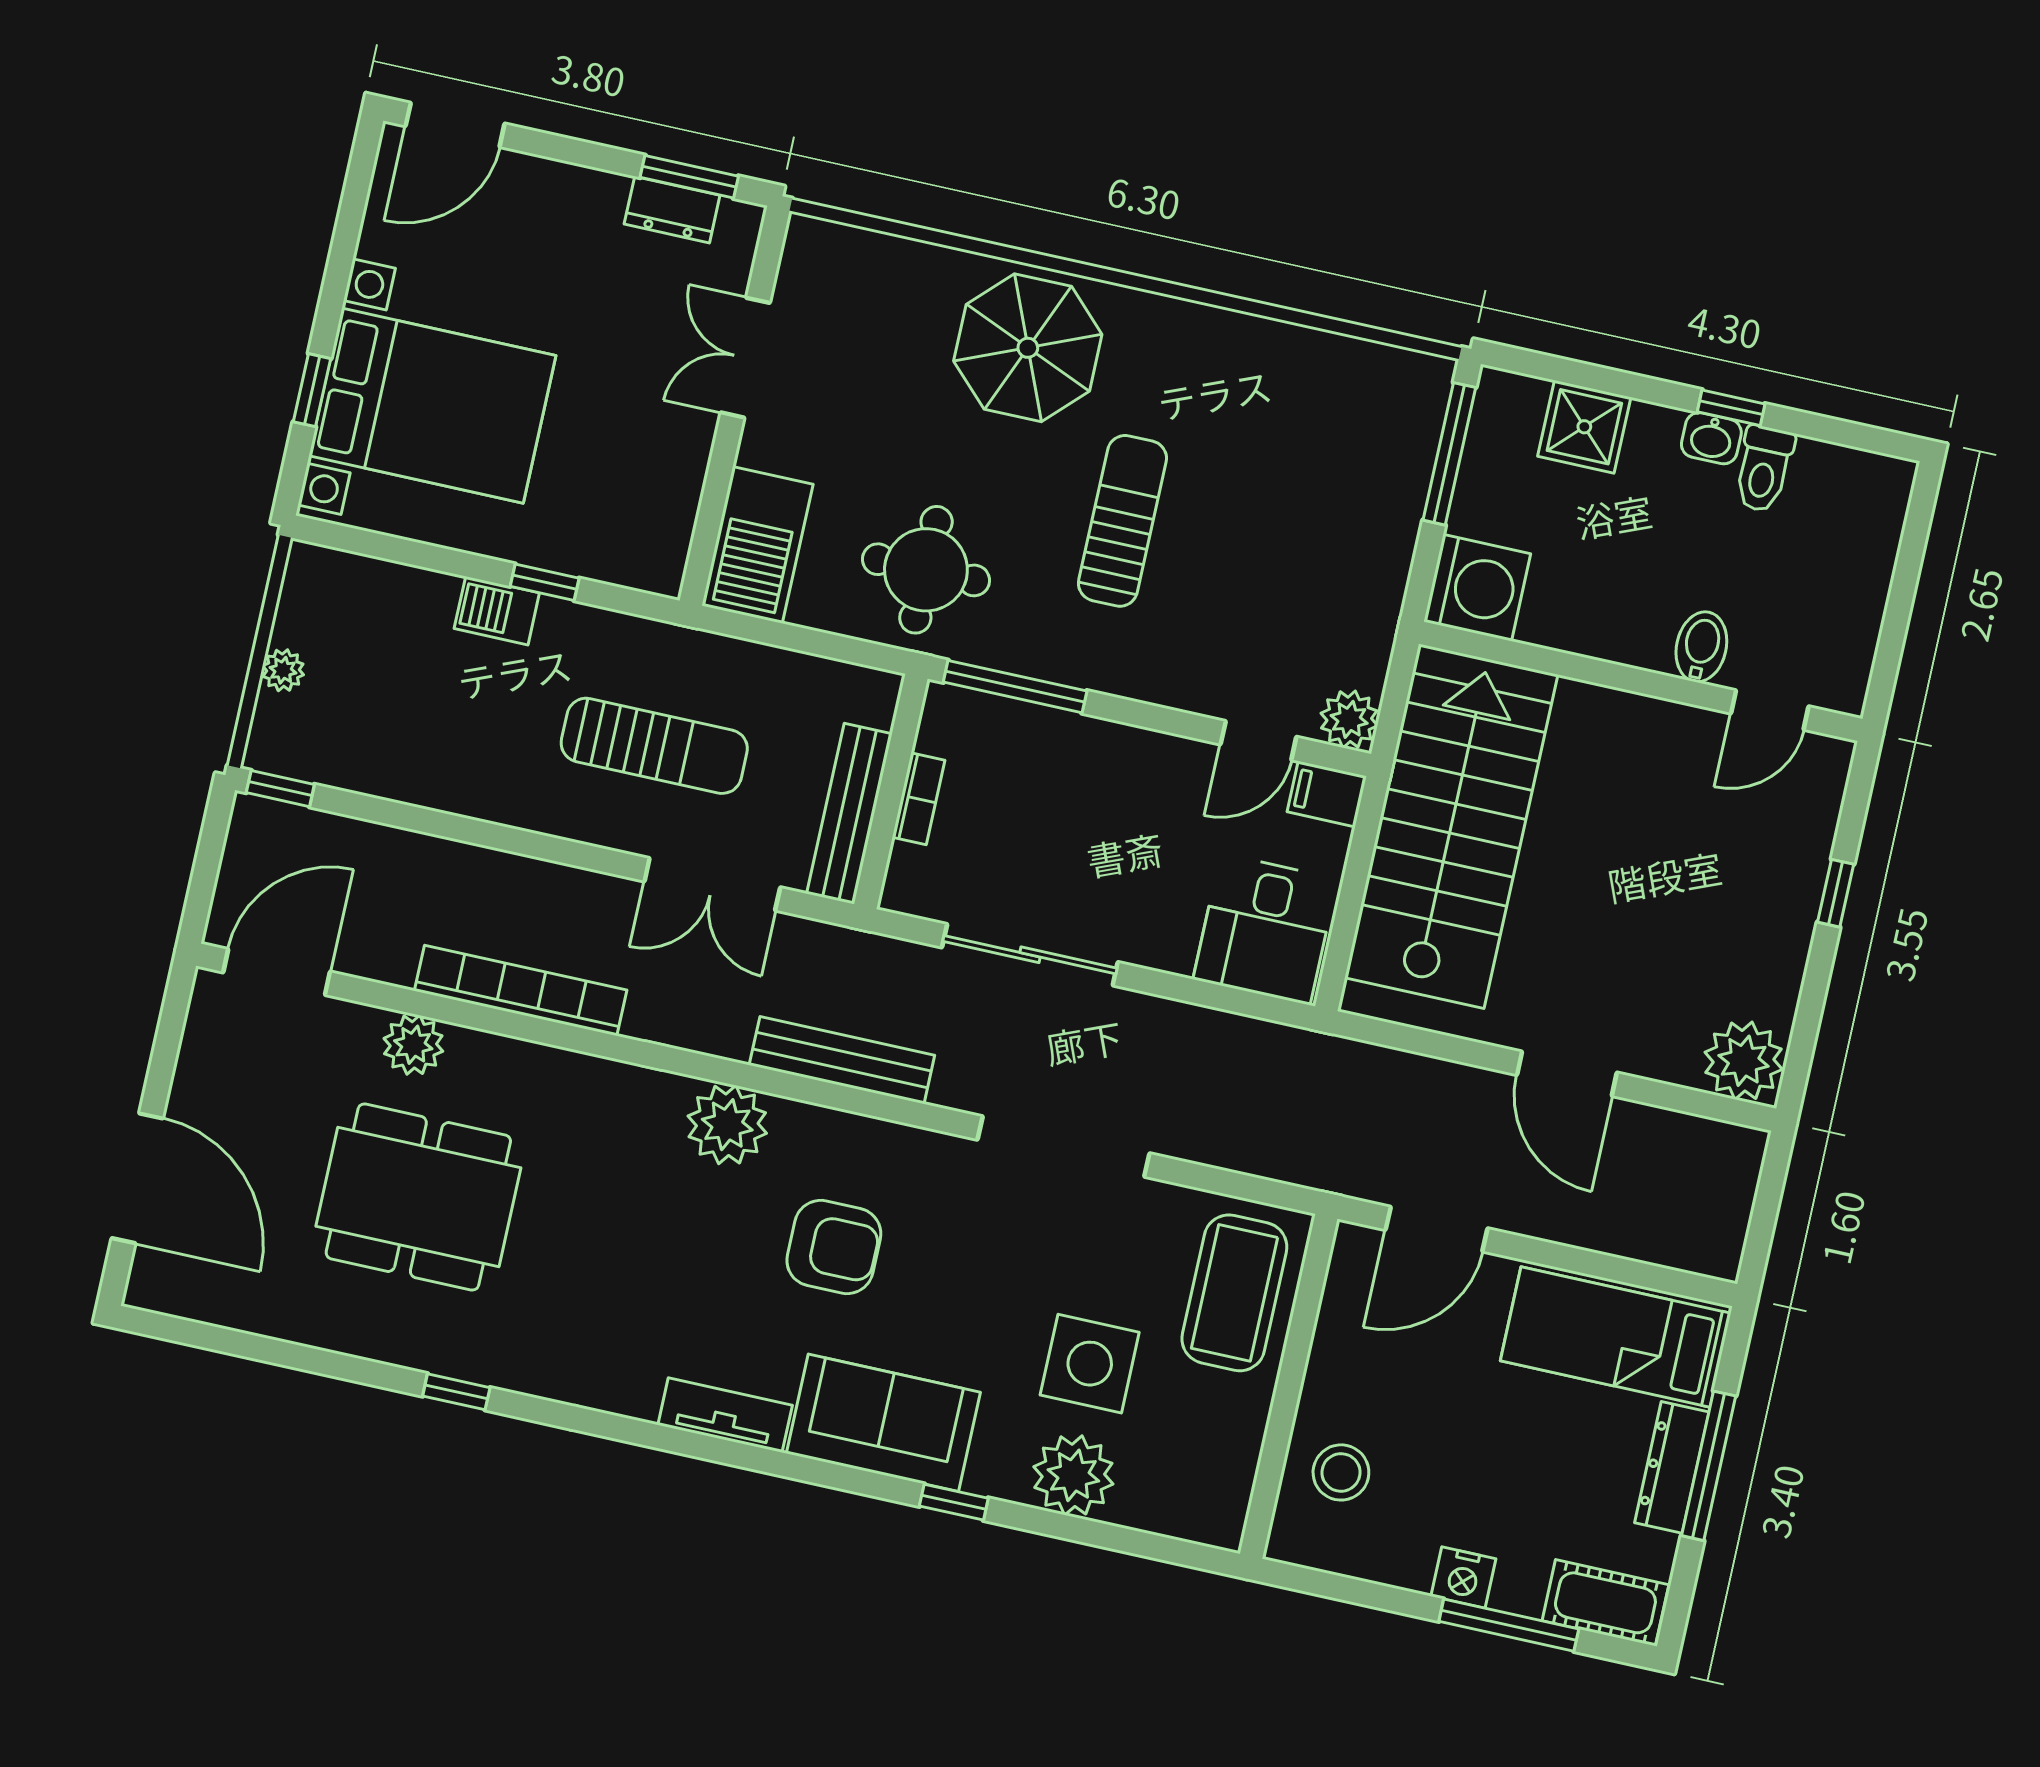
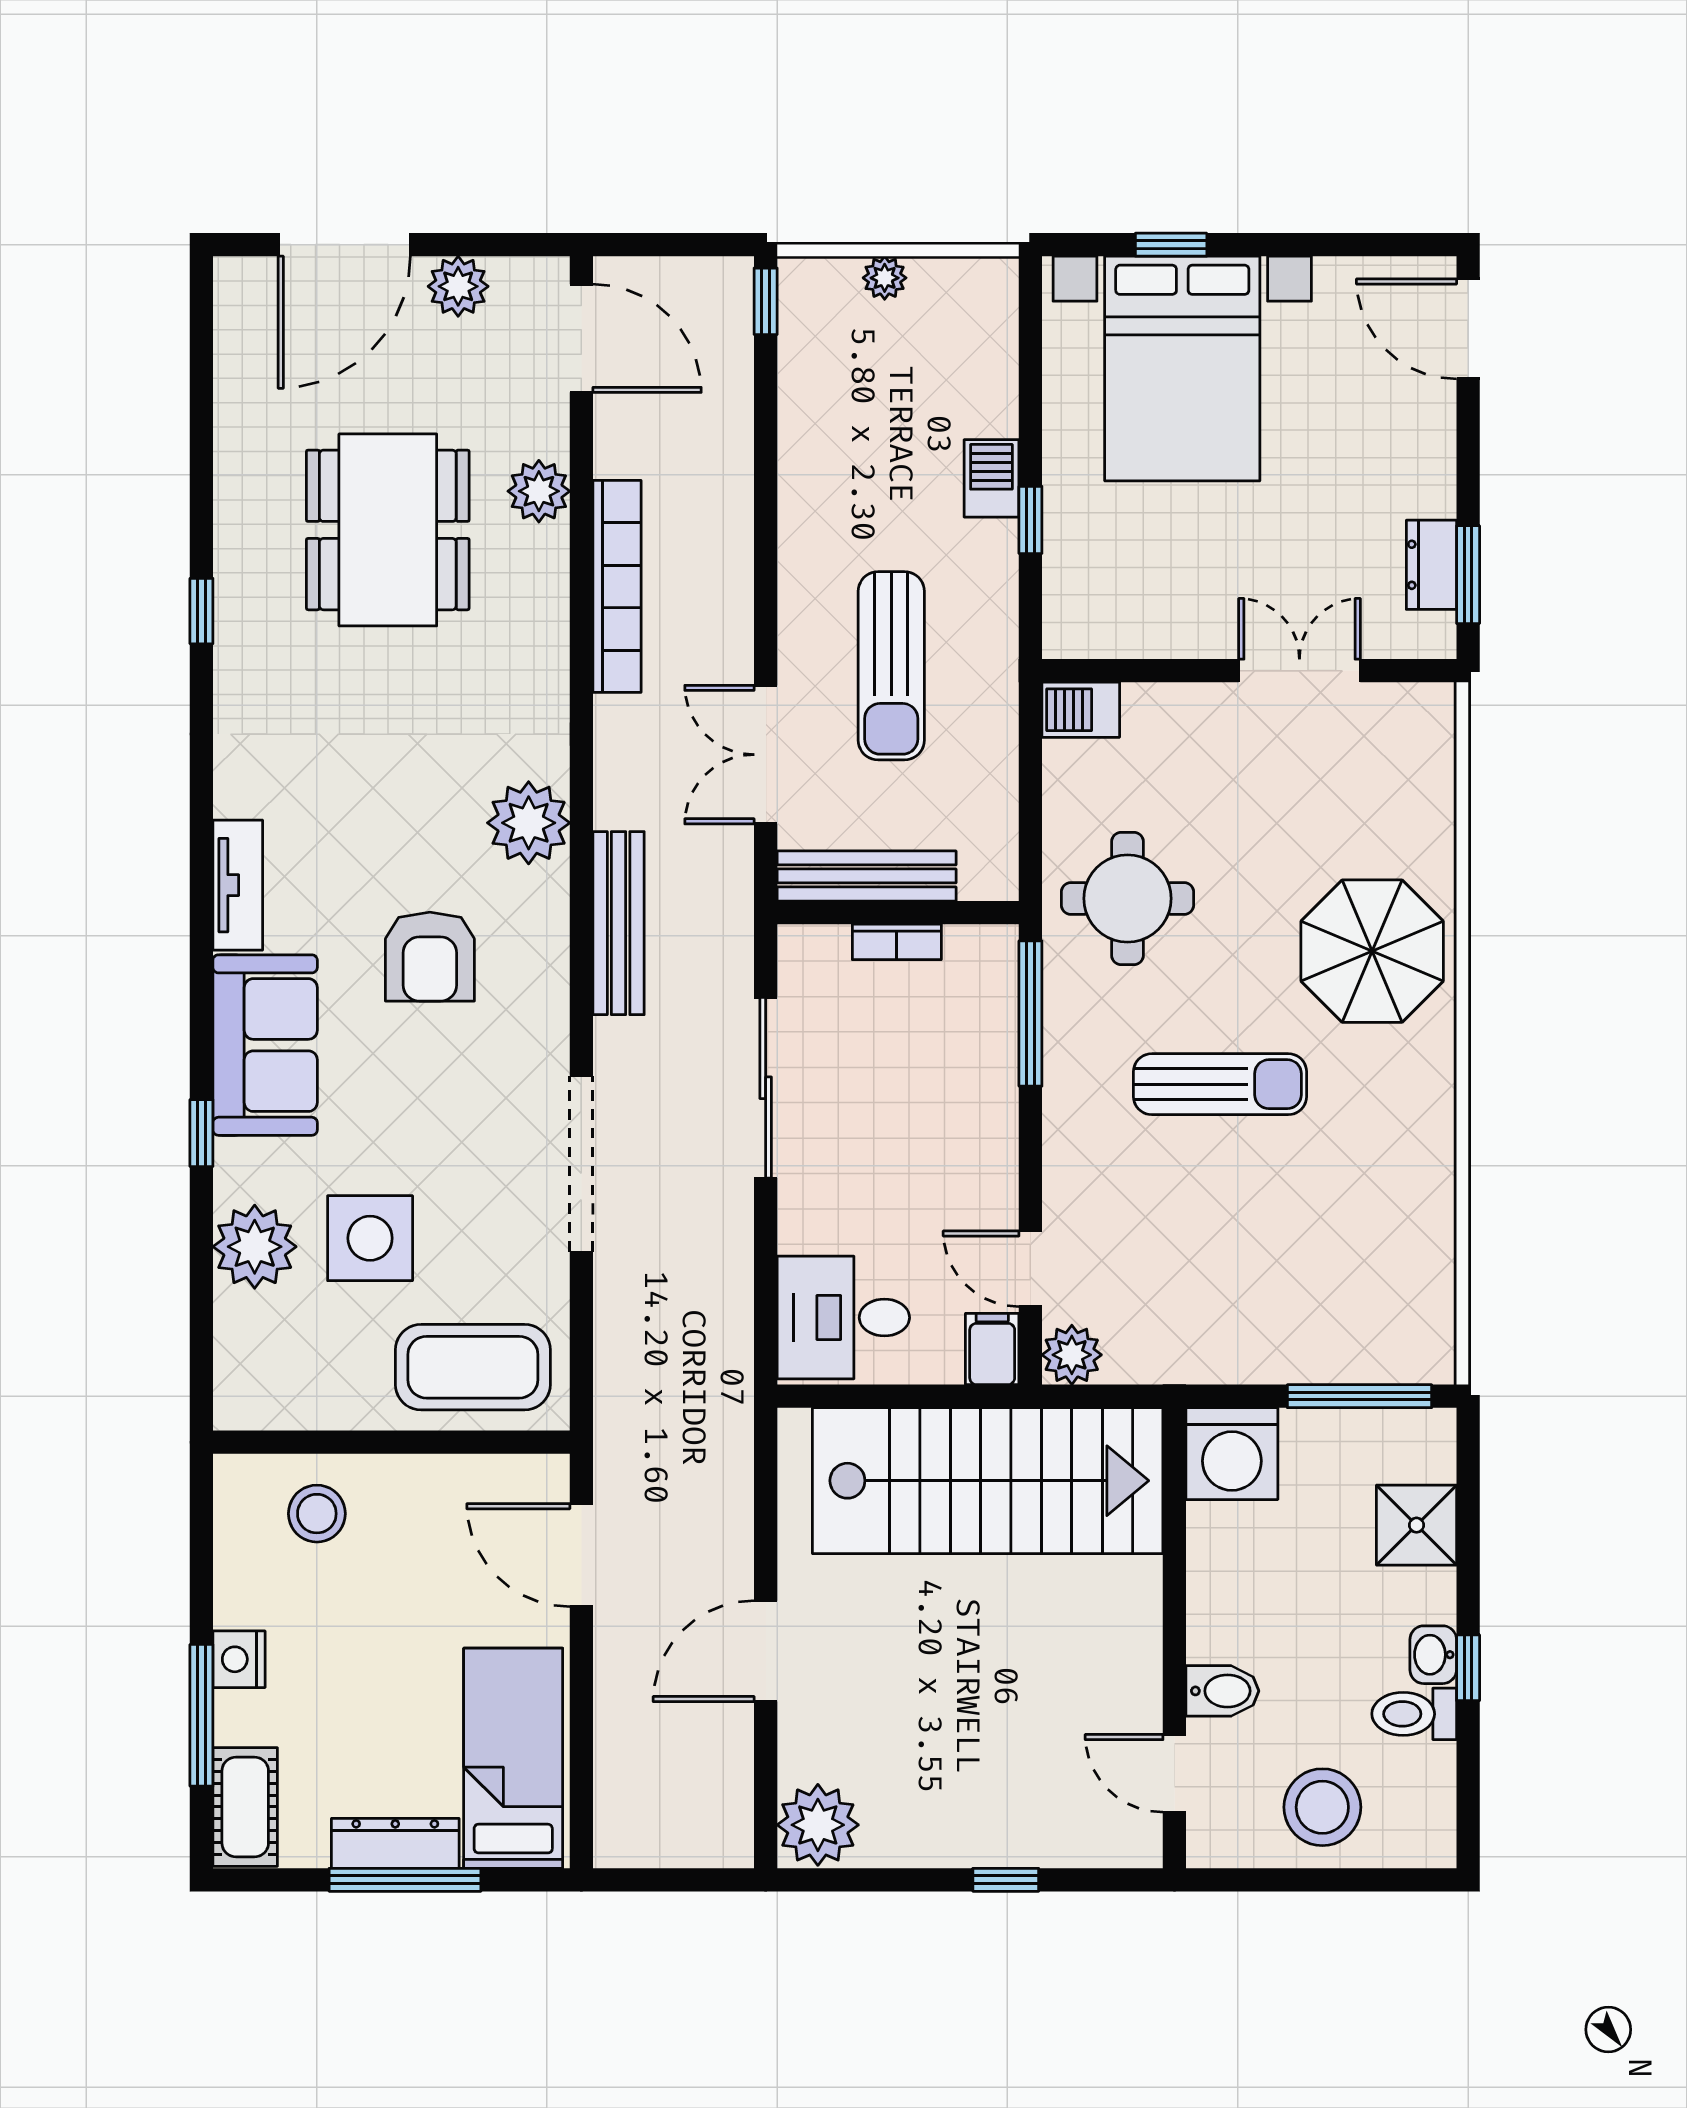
barbecue: (757, 545) -> (1081, 710), width x0.53, depth x0.65
stool: (1833, 576) -> (1322, 1807), added
plant: (201, 1078) -> (458, 286), added

